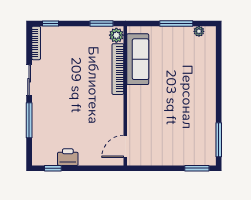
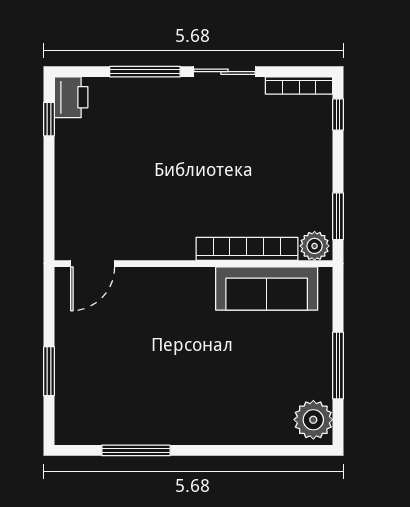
plant: (199, 31) -> (313, 420), width x1.87, depth x1.87
window: (219, 140) -> (136, 450), moved
door: (125, 146) -> (93, 264), swing flipped
printer: (68, 157) -> (71, 97), moved
window: (197, 168) -> (49, 371), moved

